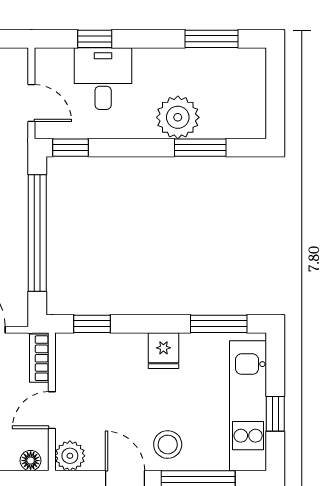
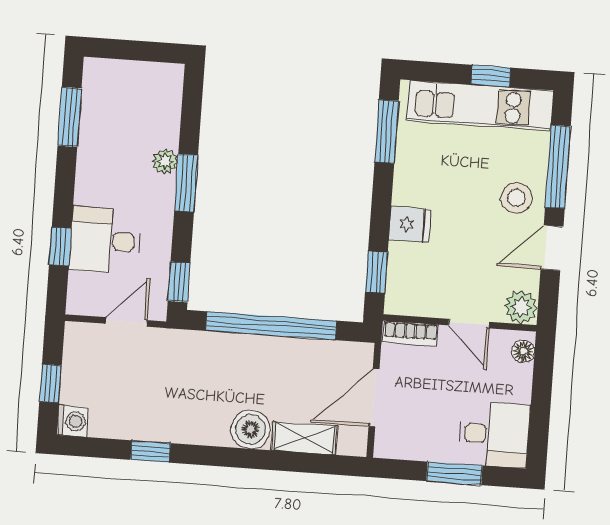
plant: (178, 117) -> (165, 161), width x0.53, depth x0.53
window: (200, 148) -> (186, 183), moved
fridge: (163, 351) -> (410, 225), moved

